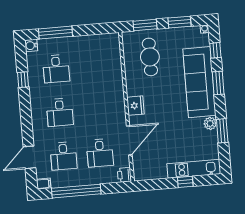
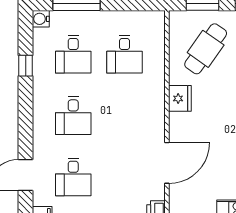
cafe table: (150, 57) -> (206, 49), turned 35
fridge: (136, 106) -> (180, 98), moved
desk: (100, 153) -> (125, 54), moved

